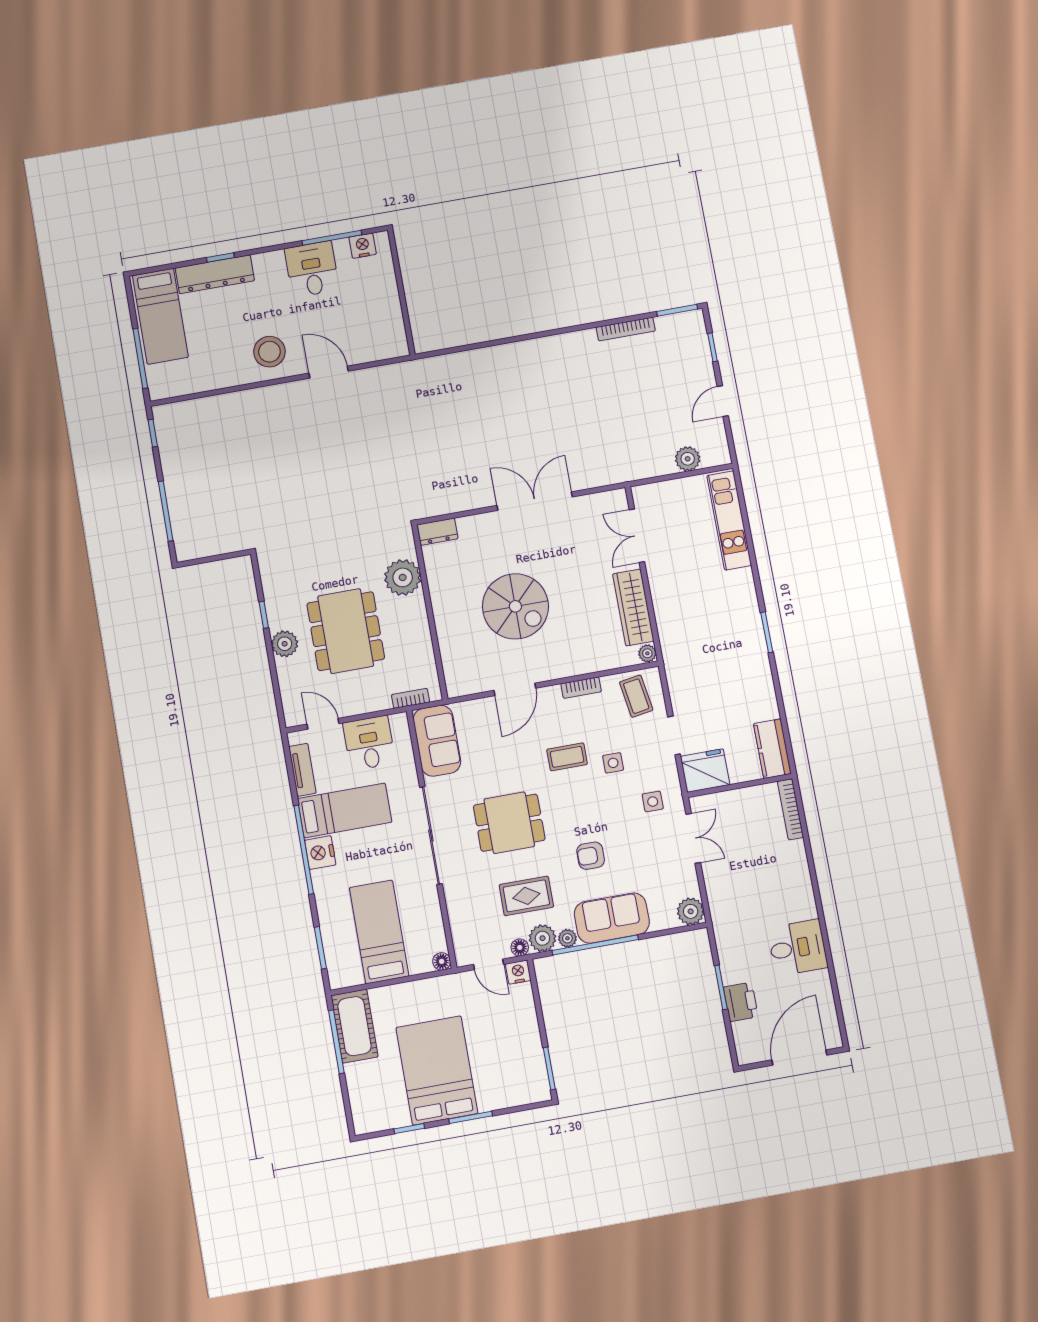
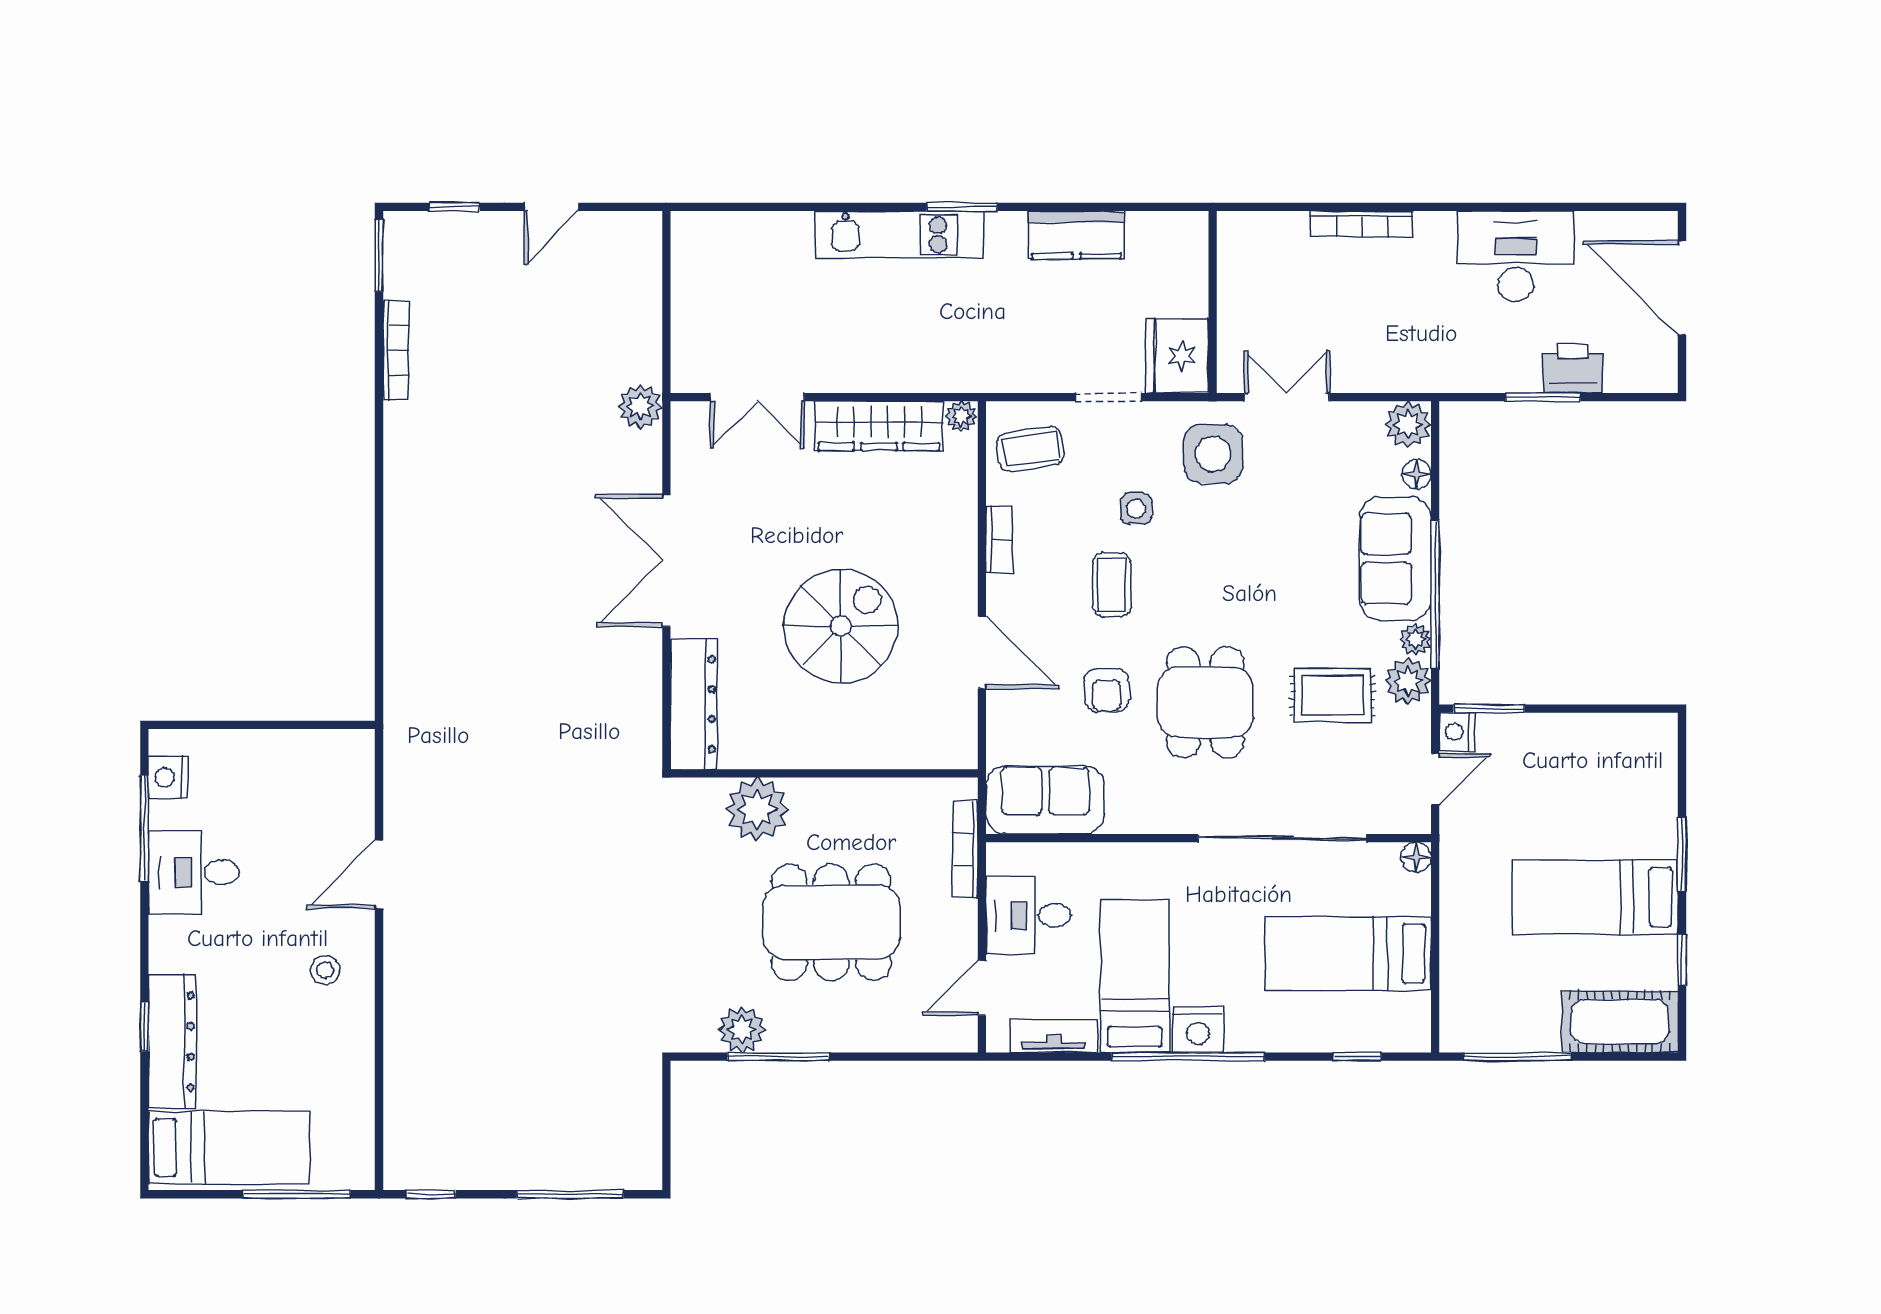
stool: (269, 352) -> (325, 970), width x0.53, depth x0.53
door: (723, 401) -> (551, 207), hinge flipped
plant: (688, 459) -> (640, 407), moved
kitchen unit: (729, 520) -> (899, 235), moved
dresser: (437, 532) -> (694, 704), width x1.96, depth x1.24
window: (264, 615) -> (778, 1057), width x2.17
plant: (285, 644) -> (742, 1030), moved
bookcase: (410, 698) -> (965, 849), width x1.56
kitchen counter: (772, 749) -> (1076, 235), moved
side table: (653, 802) -> (1213, 454), width x1.87, depth x1.87
bookcase: (790, 809) -> (1362, 224), moved
sliding door: (431, 835) -> (1282, 838), moved
armchair: (591, 856) -> (1107, 690), moved
rug: (526, 896) -> (1333, 696), turned 90
floor lamp: (520, 947) -> (1416, 474), moved
window: (320, 948) -> (1357, 1057), width x0.67
desk: (798, 948) -> (1516, 256), width x1.37
cot: (355, 1026) -> (1620, 1022), moved
window: (549, 1068) -> (1489, 709), moved
bed: (437, 1070) -> (1595, 897), width x0.67

